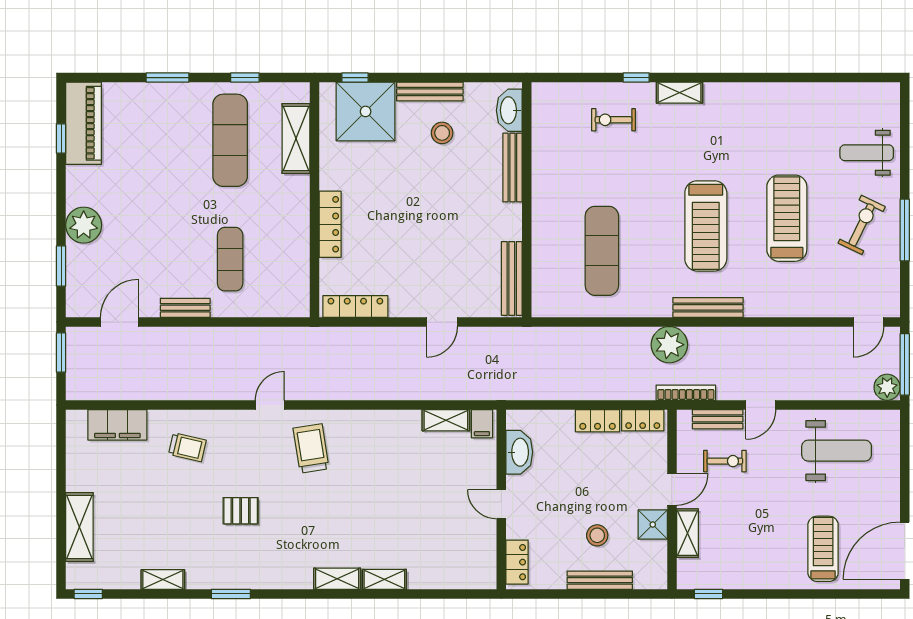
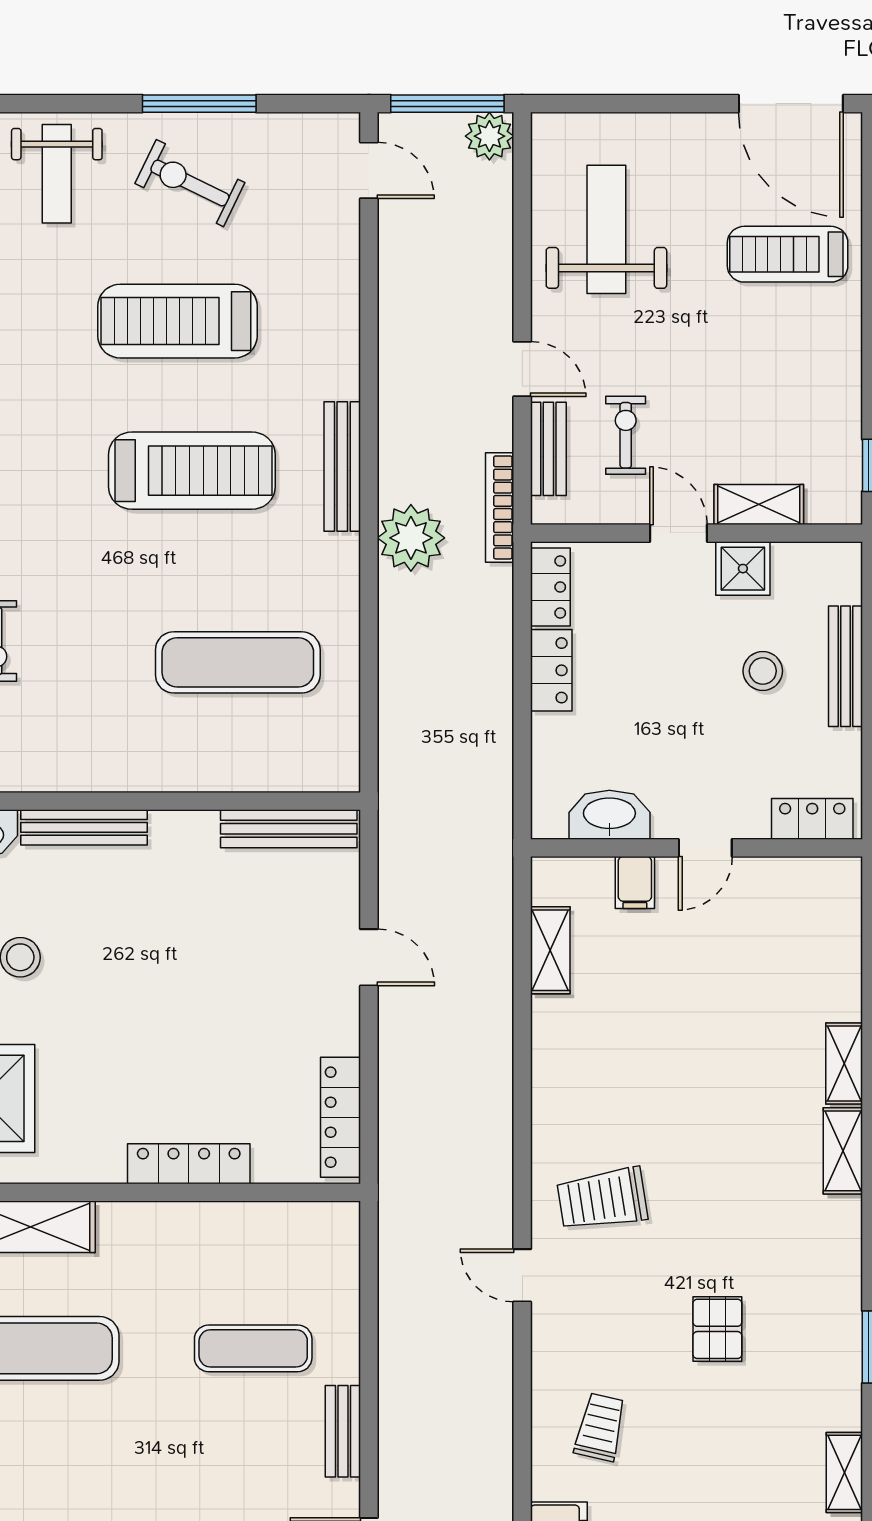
filing cabinet: (482, 424) -> (635, 883), moved, turned 90

